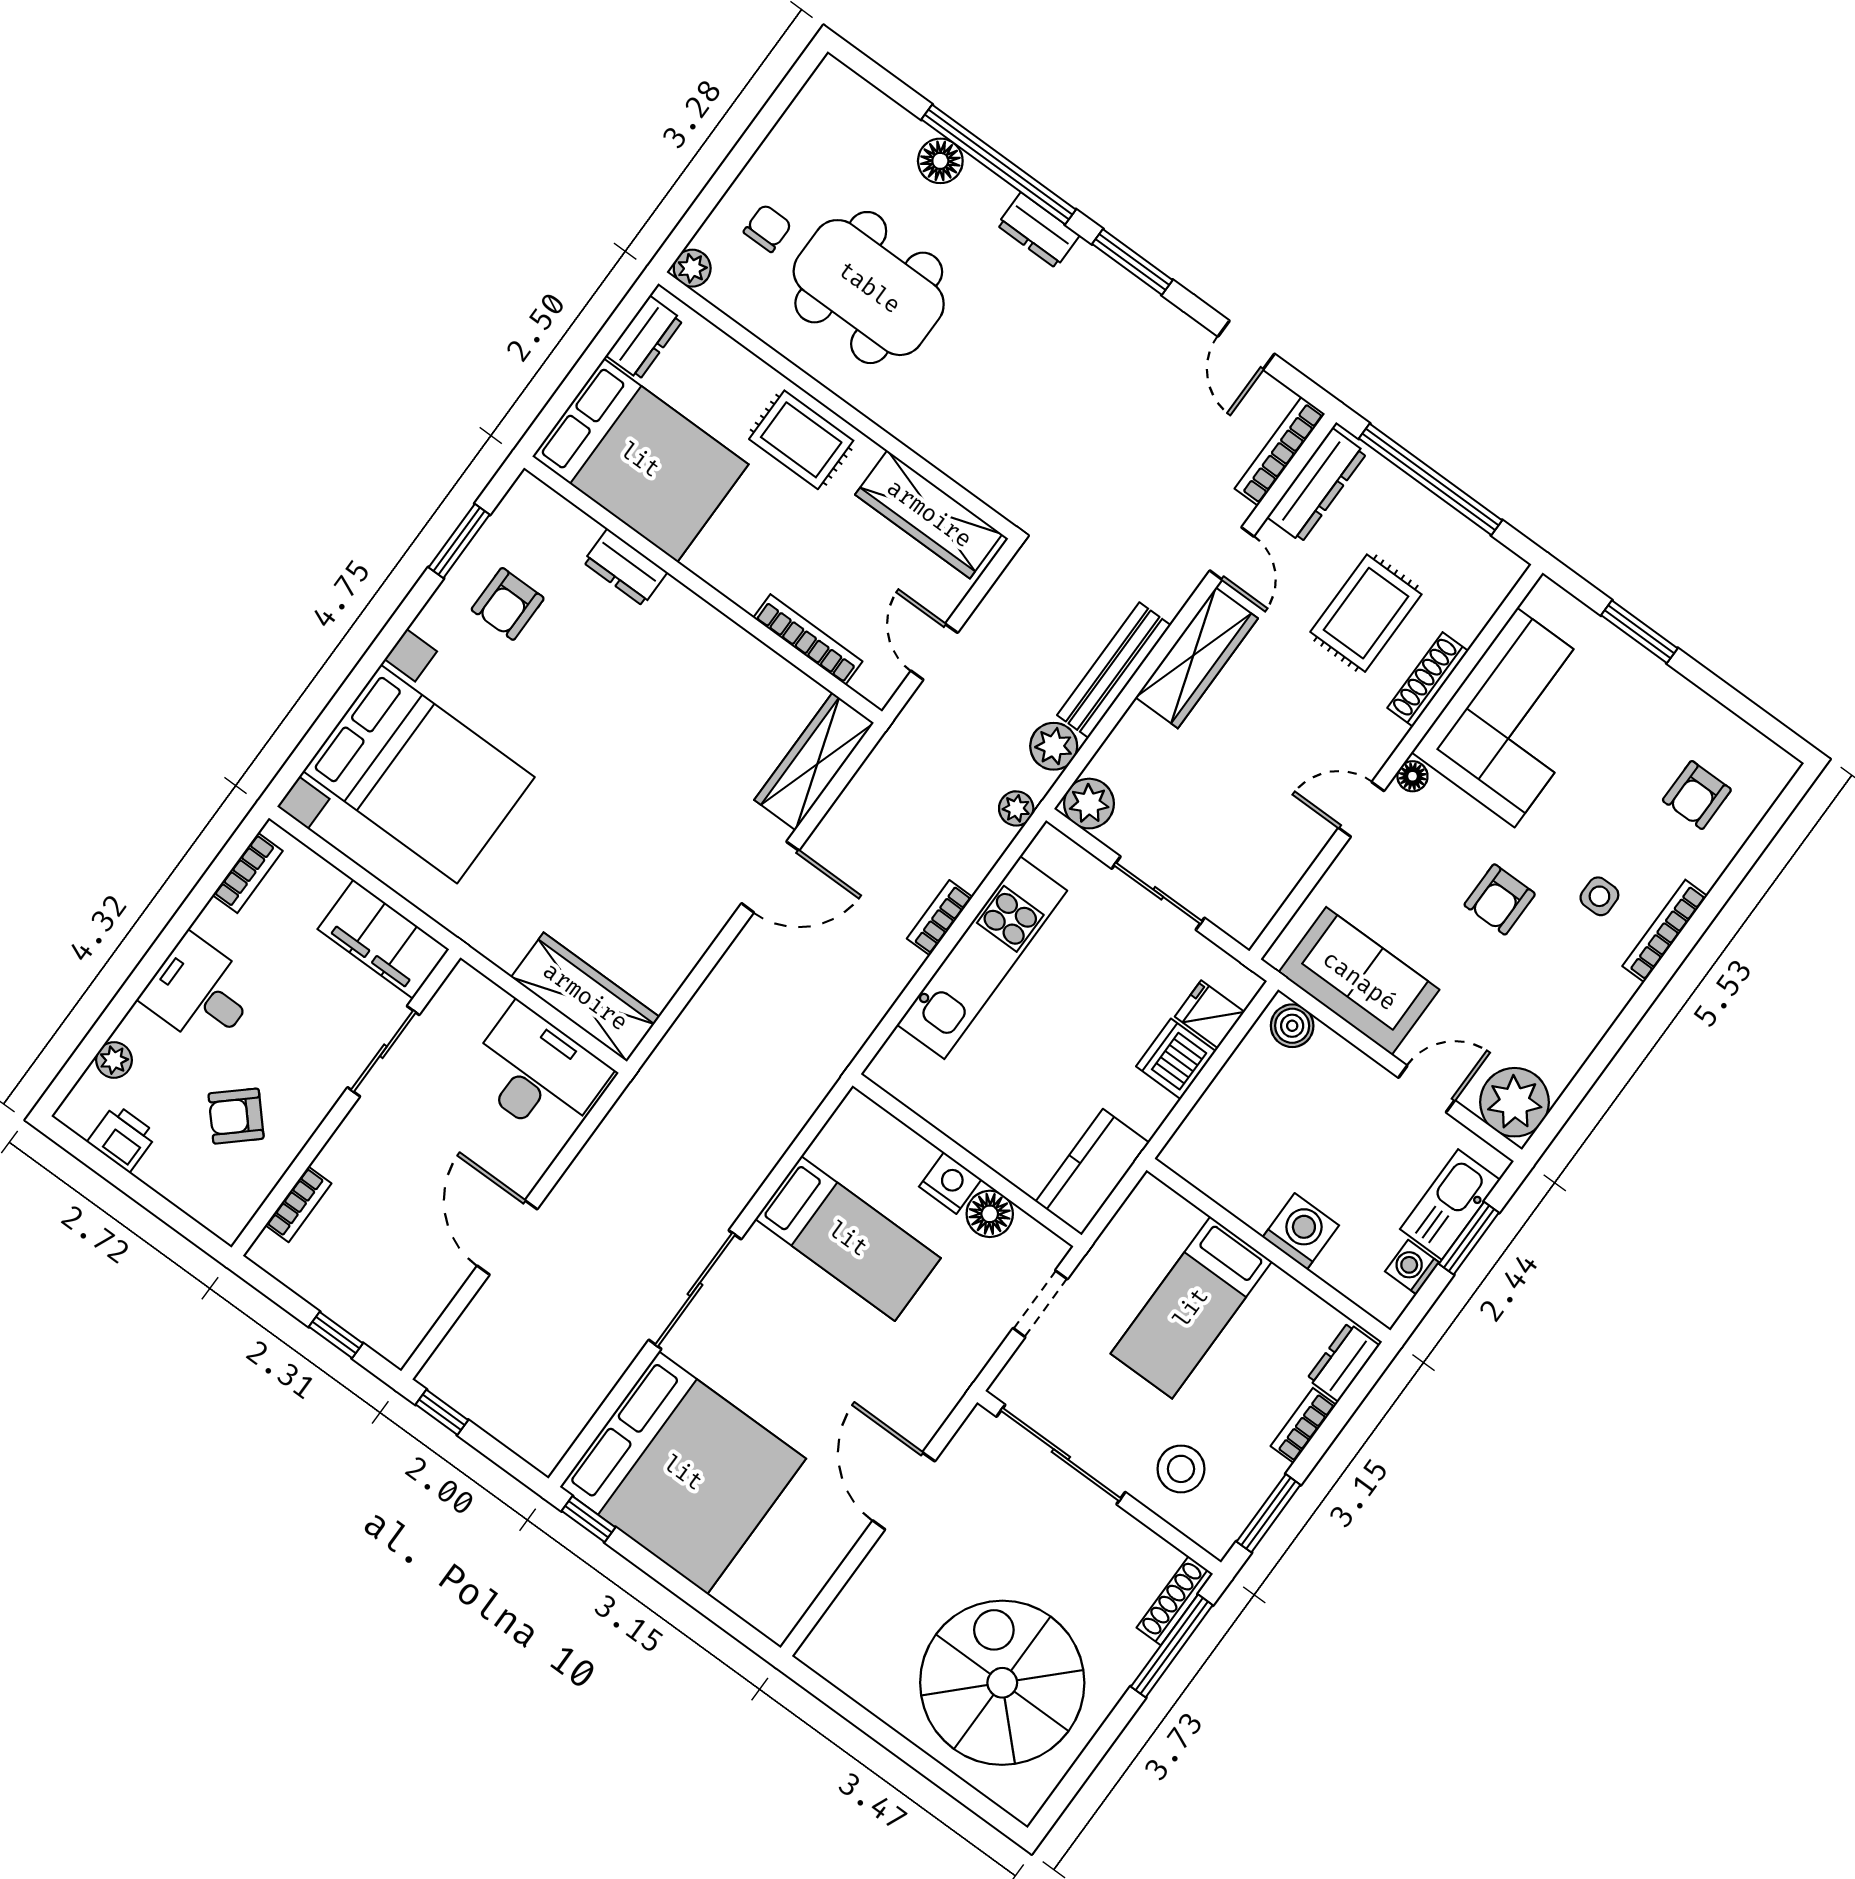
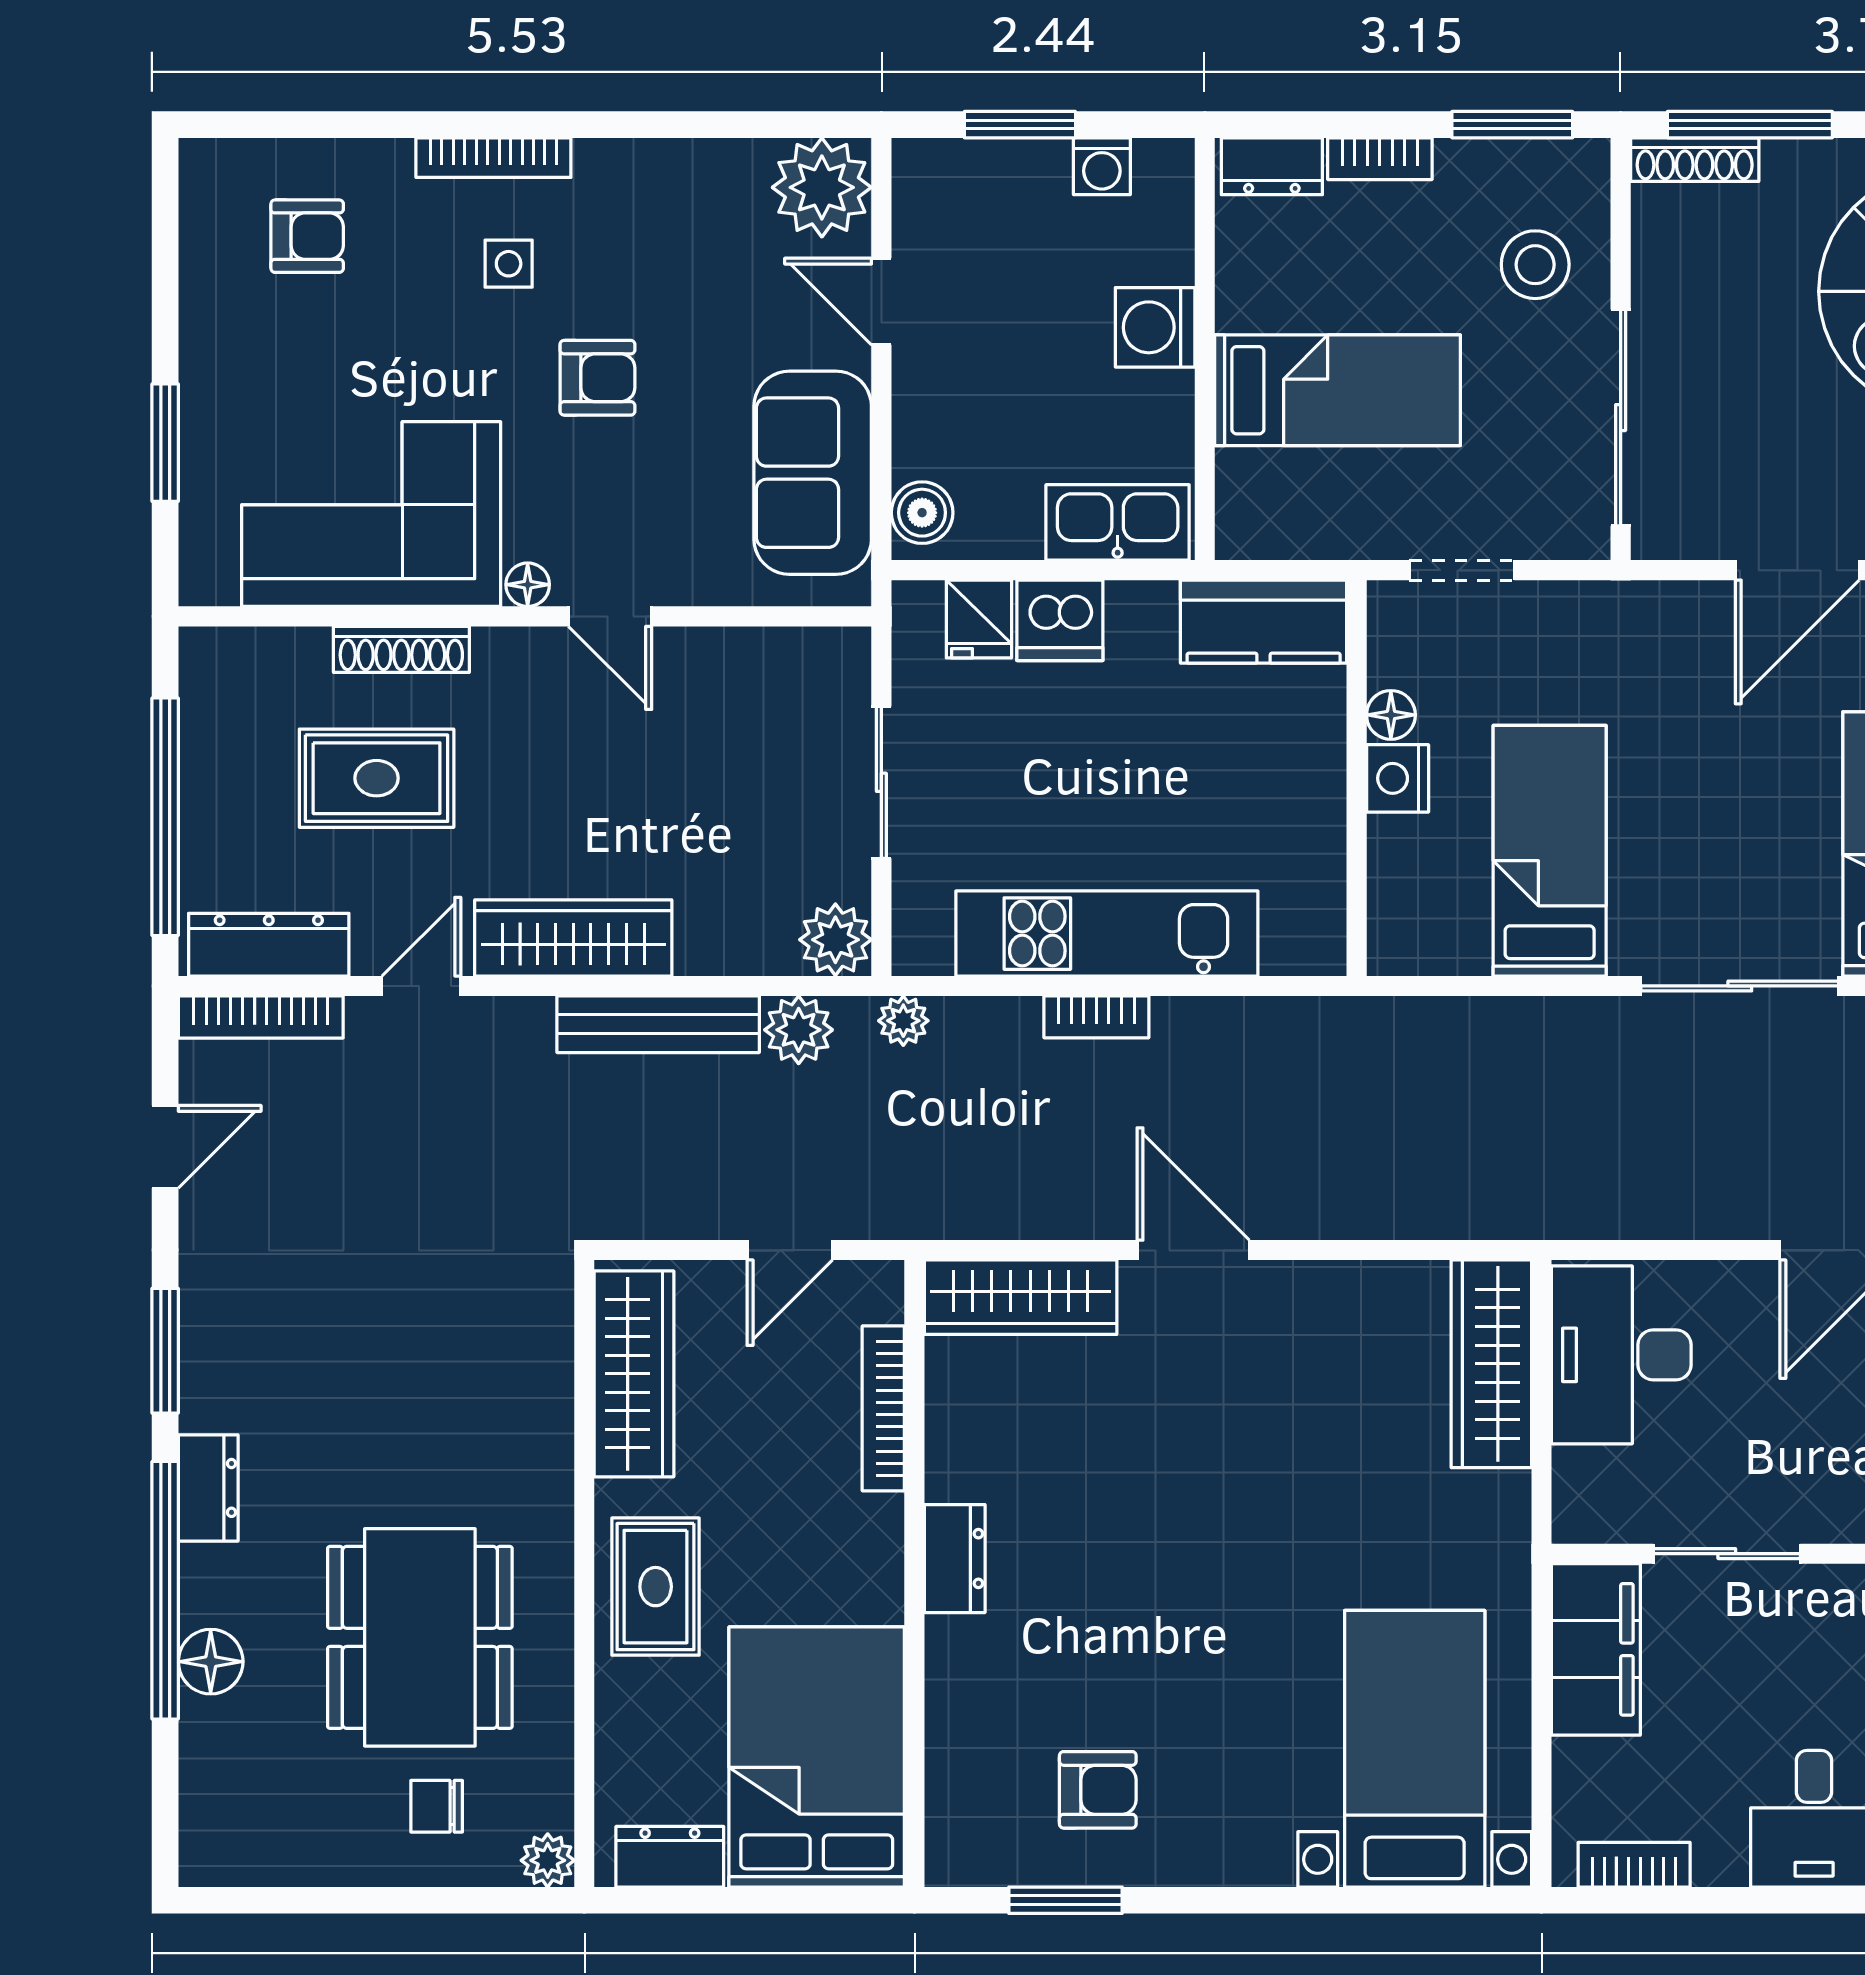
dresser: (625, 567) -> (955, 1559), moved
bed with nightstands: (419, 774) -> (1415, 1749), width x0.73
kitchen sink: (1450, 1205) -> (1118, 522), moved, turned 180
floor lamp: (990, 1214) -> (1391, 715), width x0.73, depth x0.73

